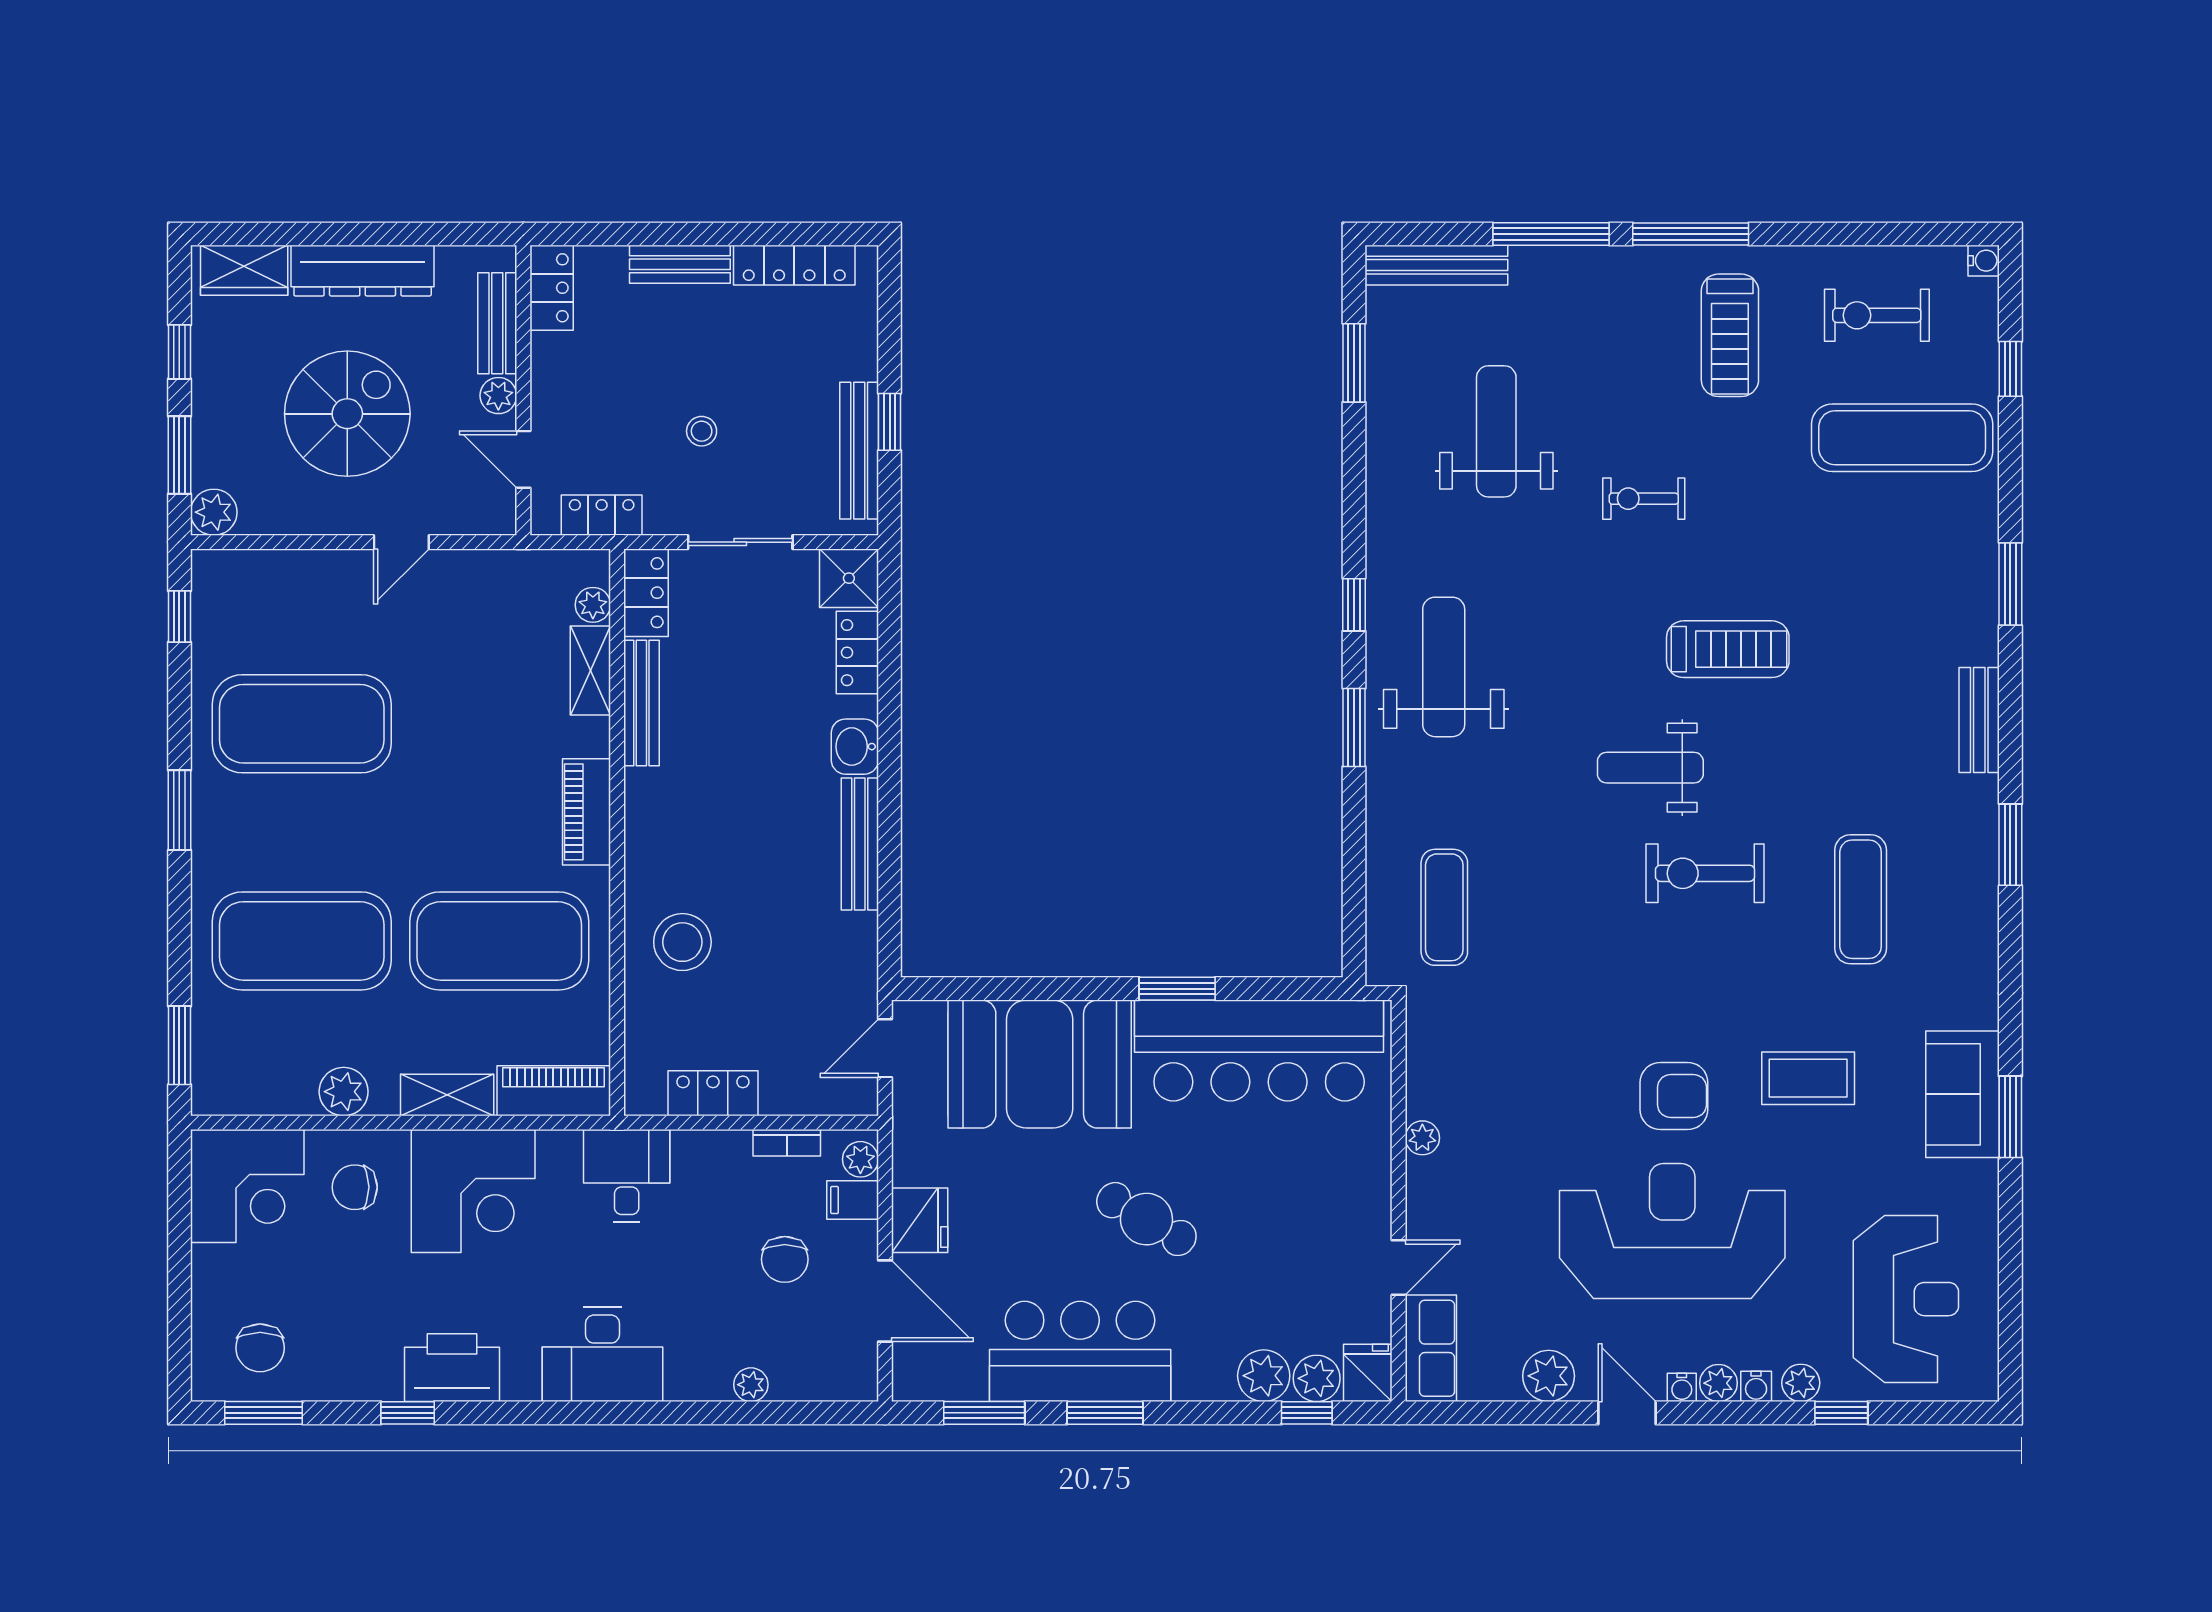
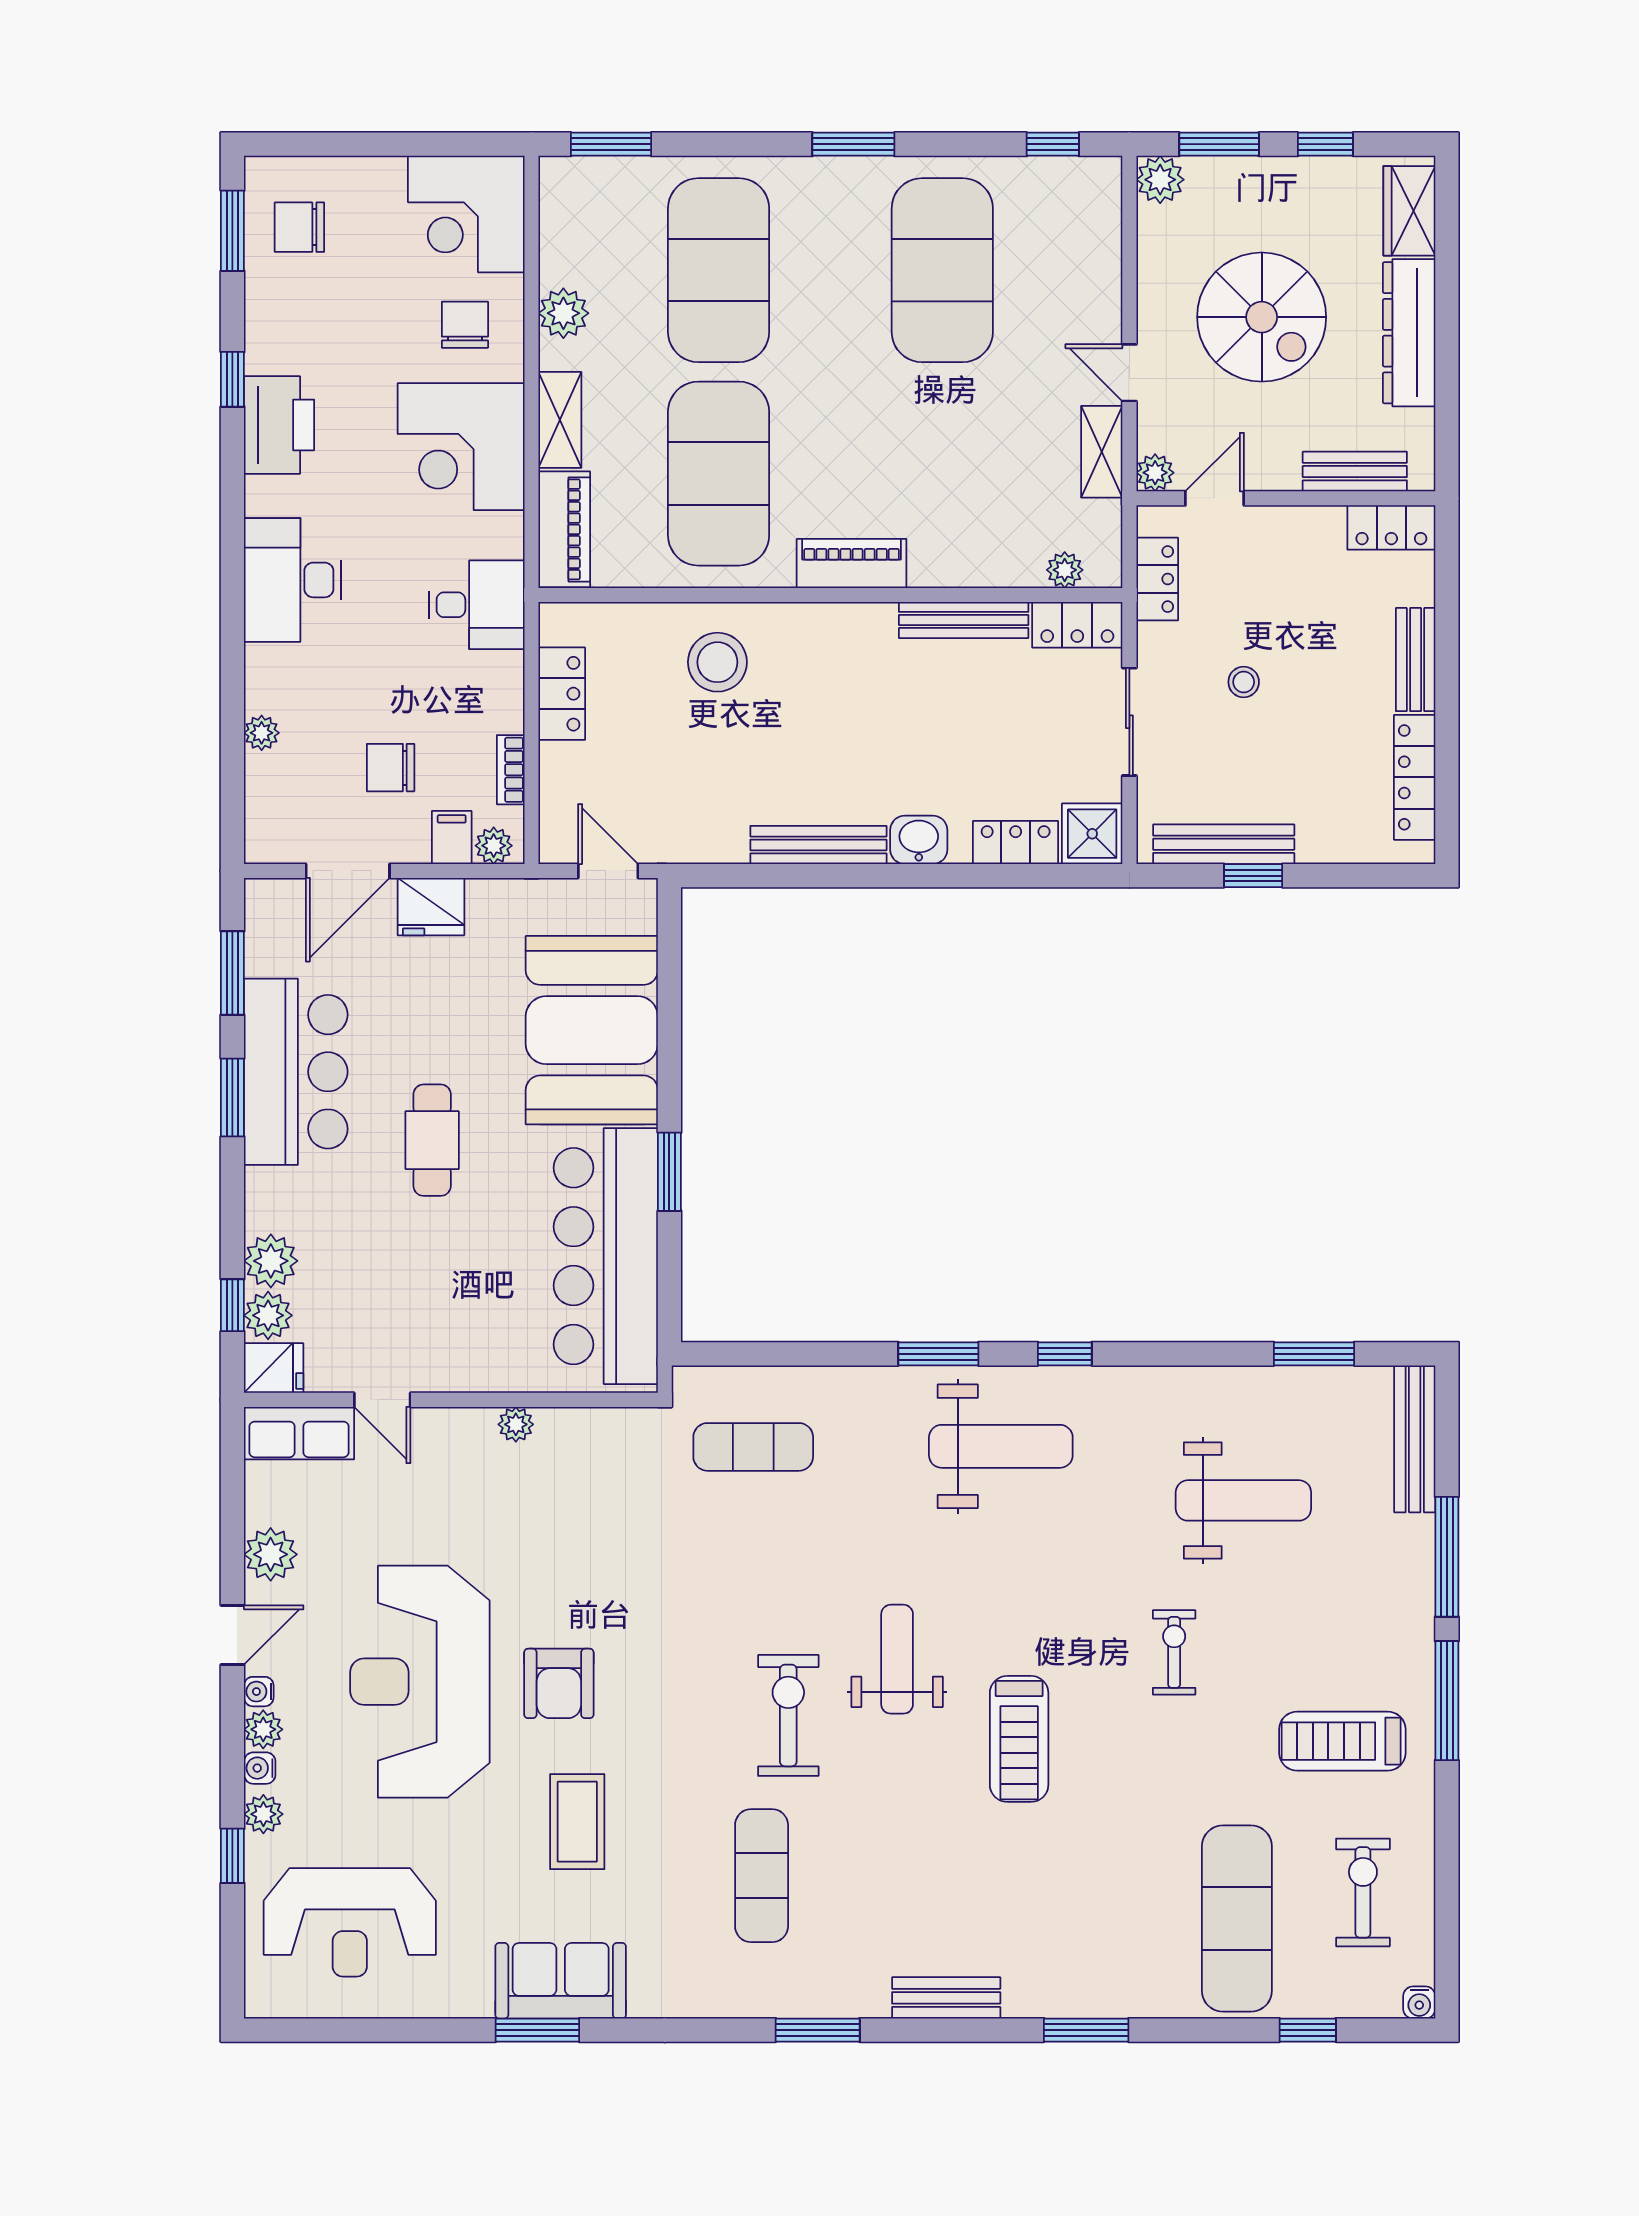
plant: (498, 396) -> (1155, 473), moved
shelving: (590, 671) -> (1102, 452), moved, turned 90
exercise mat: (1861, 899) -> (762, 1876), turned 90
cafe table: (1146, 1219) -> (432, 1140), turned -30
reception desk: (1672, 1231) -> (420, 1682), turned 180

